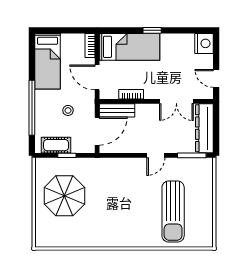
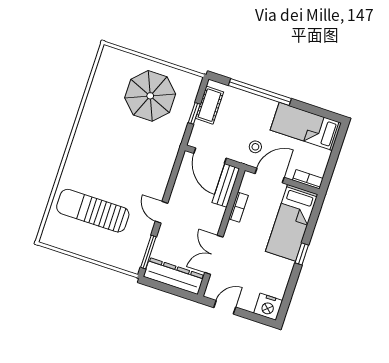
stool: (68, 110) -> (255, 147), moved

